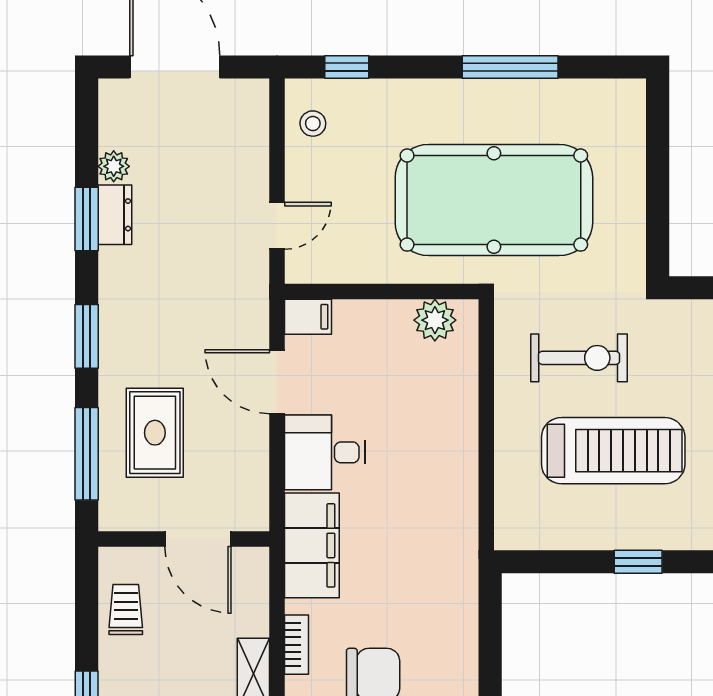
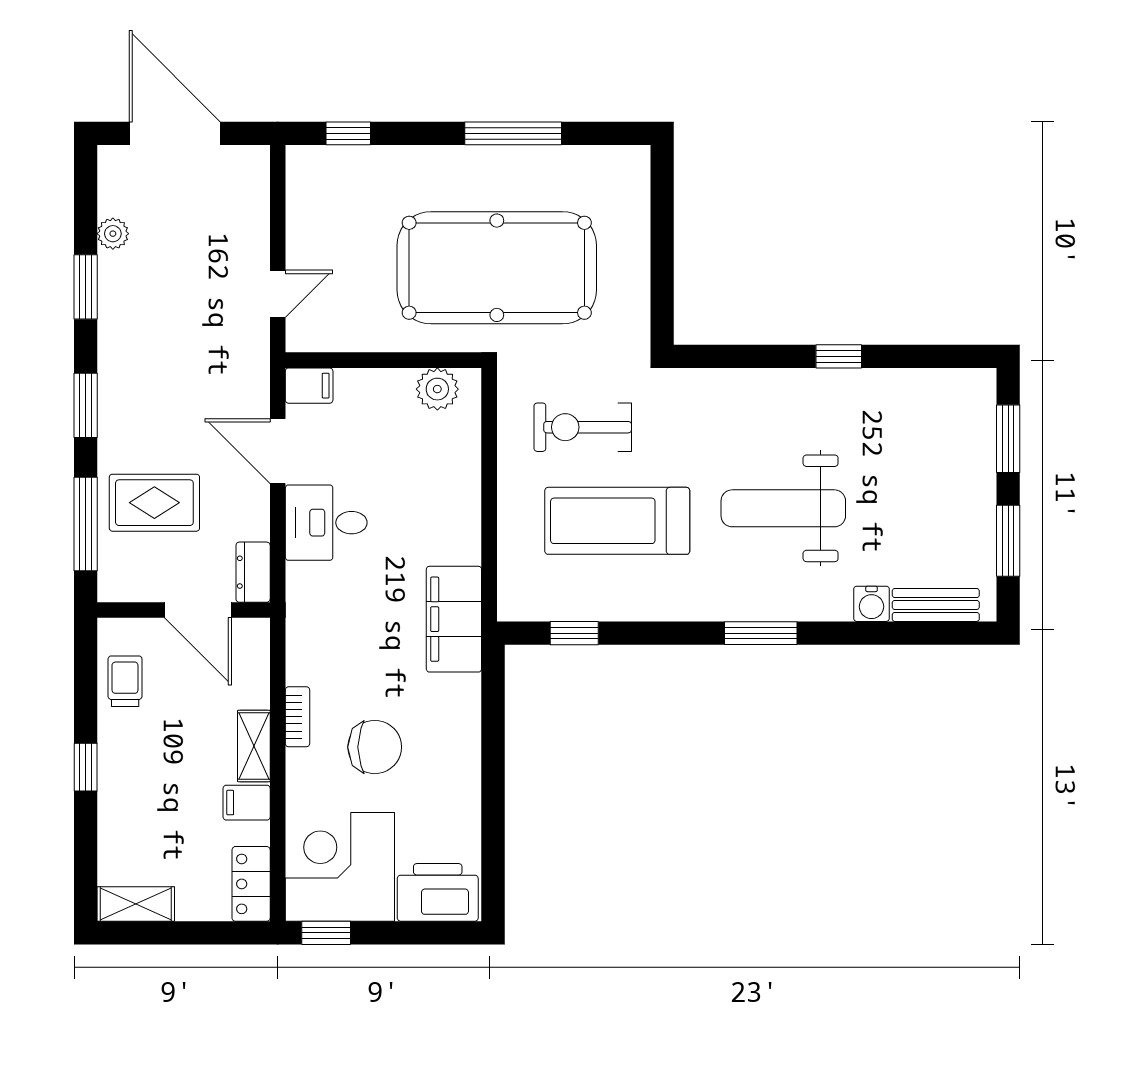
stool: (313, 124) -> (314, 191), removed
dresser: (115, 215) -> (253, 572), moved, turned 180
exercise bike: (579, 358) -> (583, 427), turned 180
rug: (155, 433) -> (154, 503), turned 90
treadmill: (613, 451) -> (617, 521), turned 180
filing cabinet: (312, 545) -> (454, 619), moved, turned 180
window: (638, 562) -> (574, 633), moved

